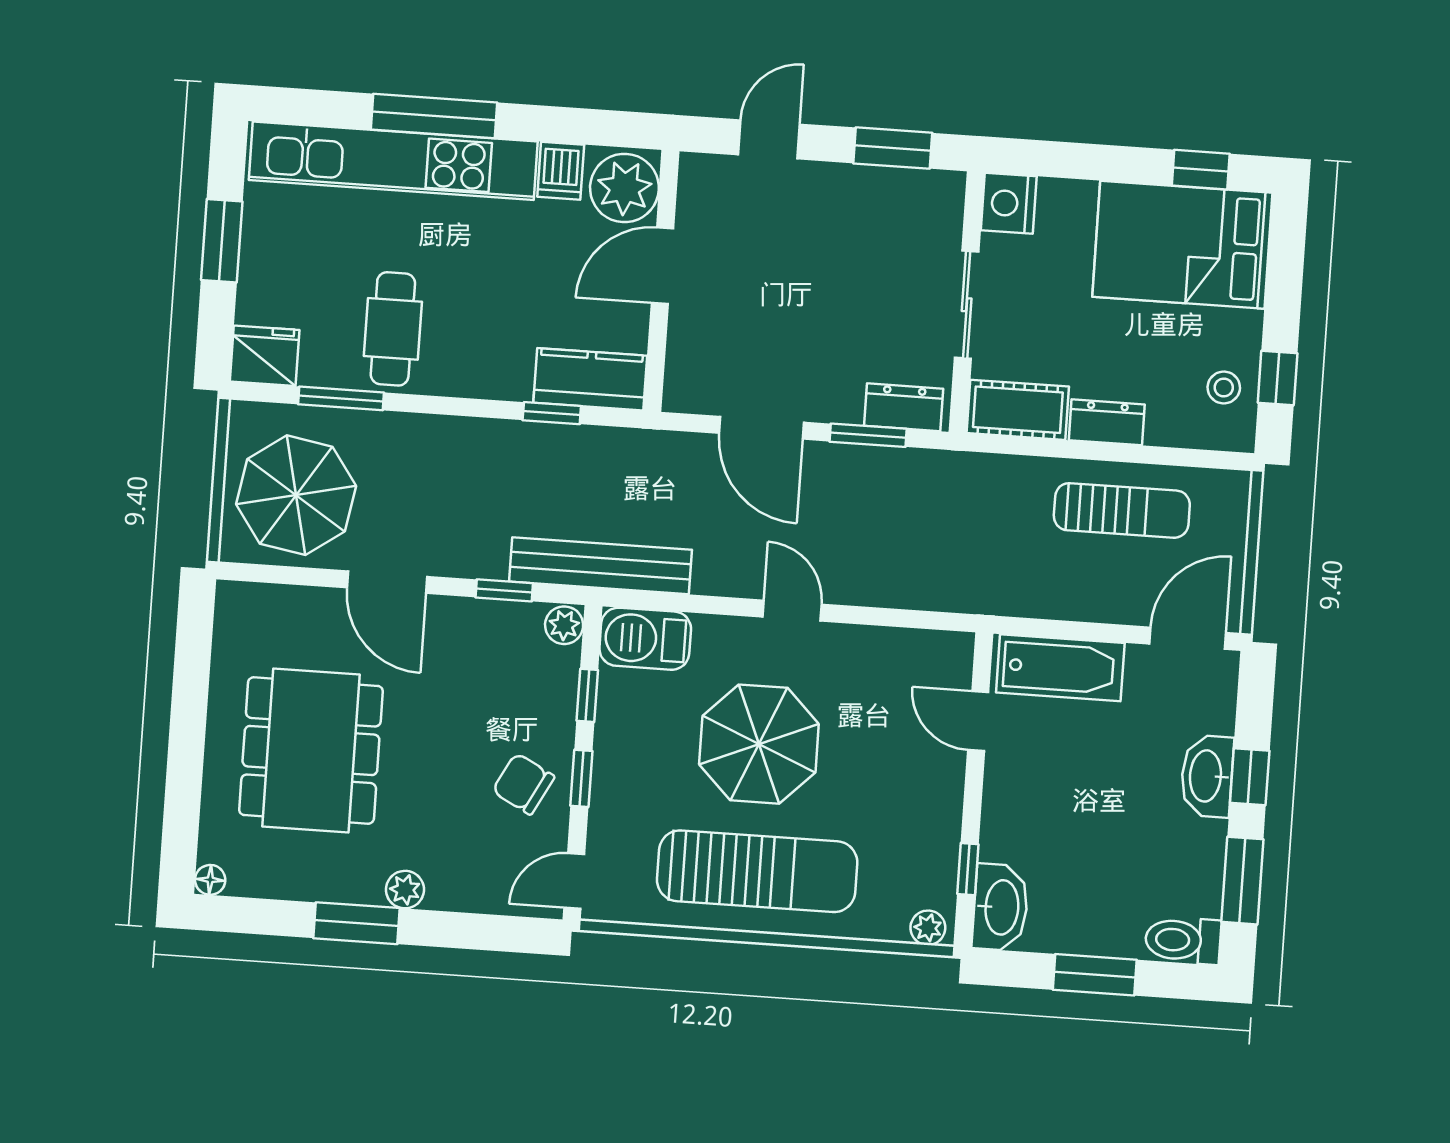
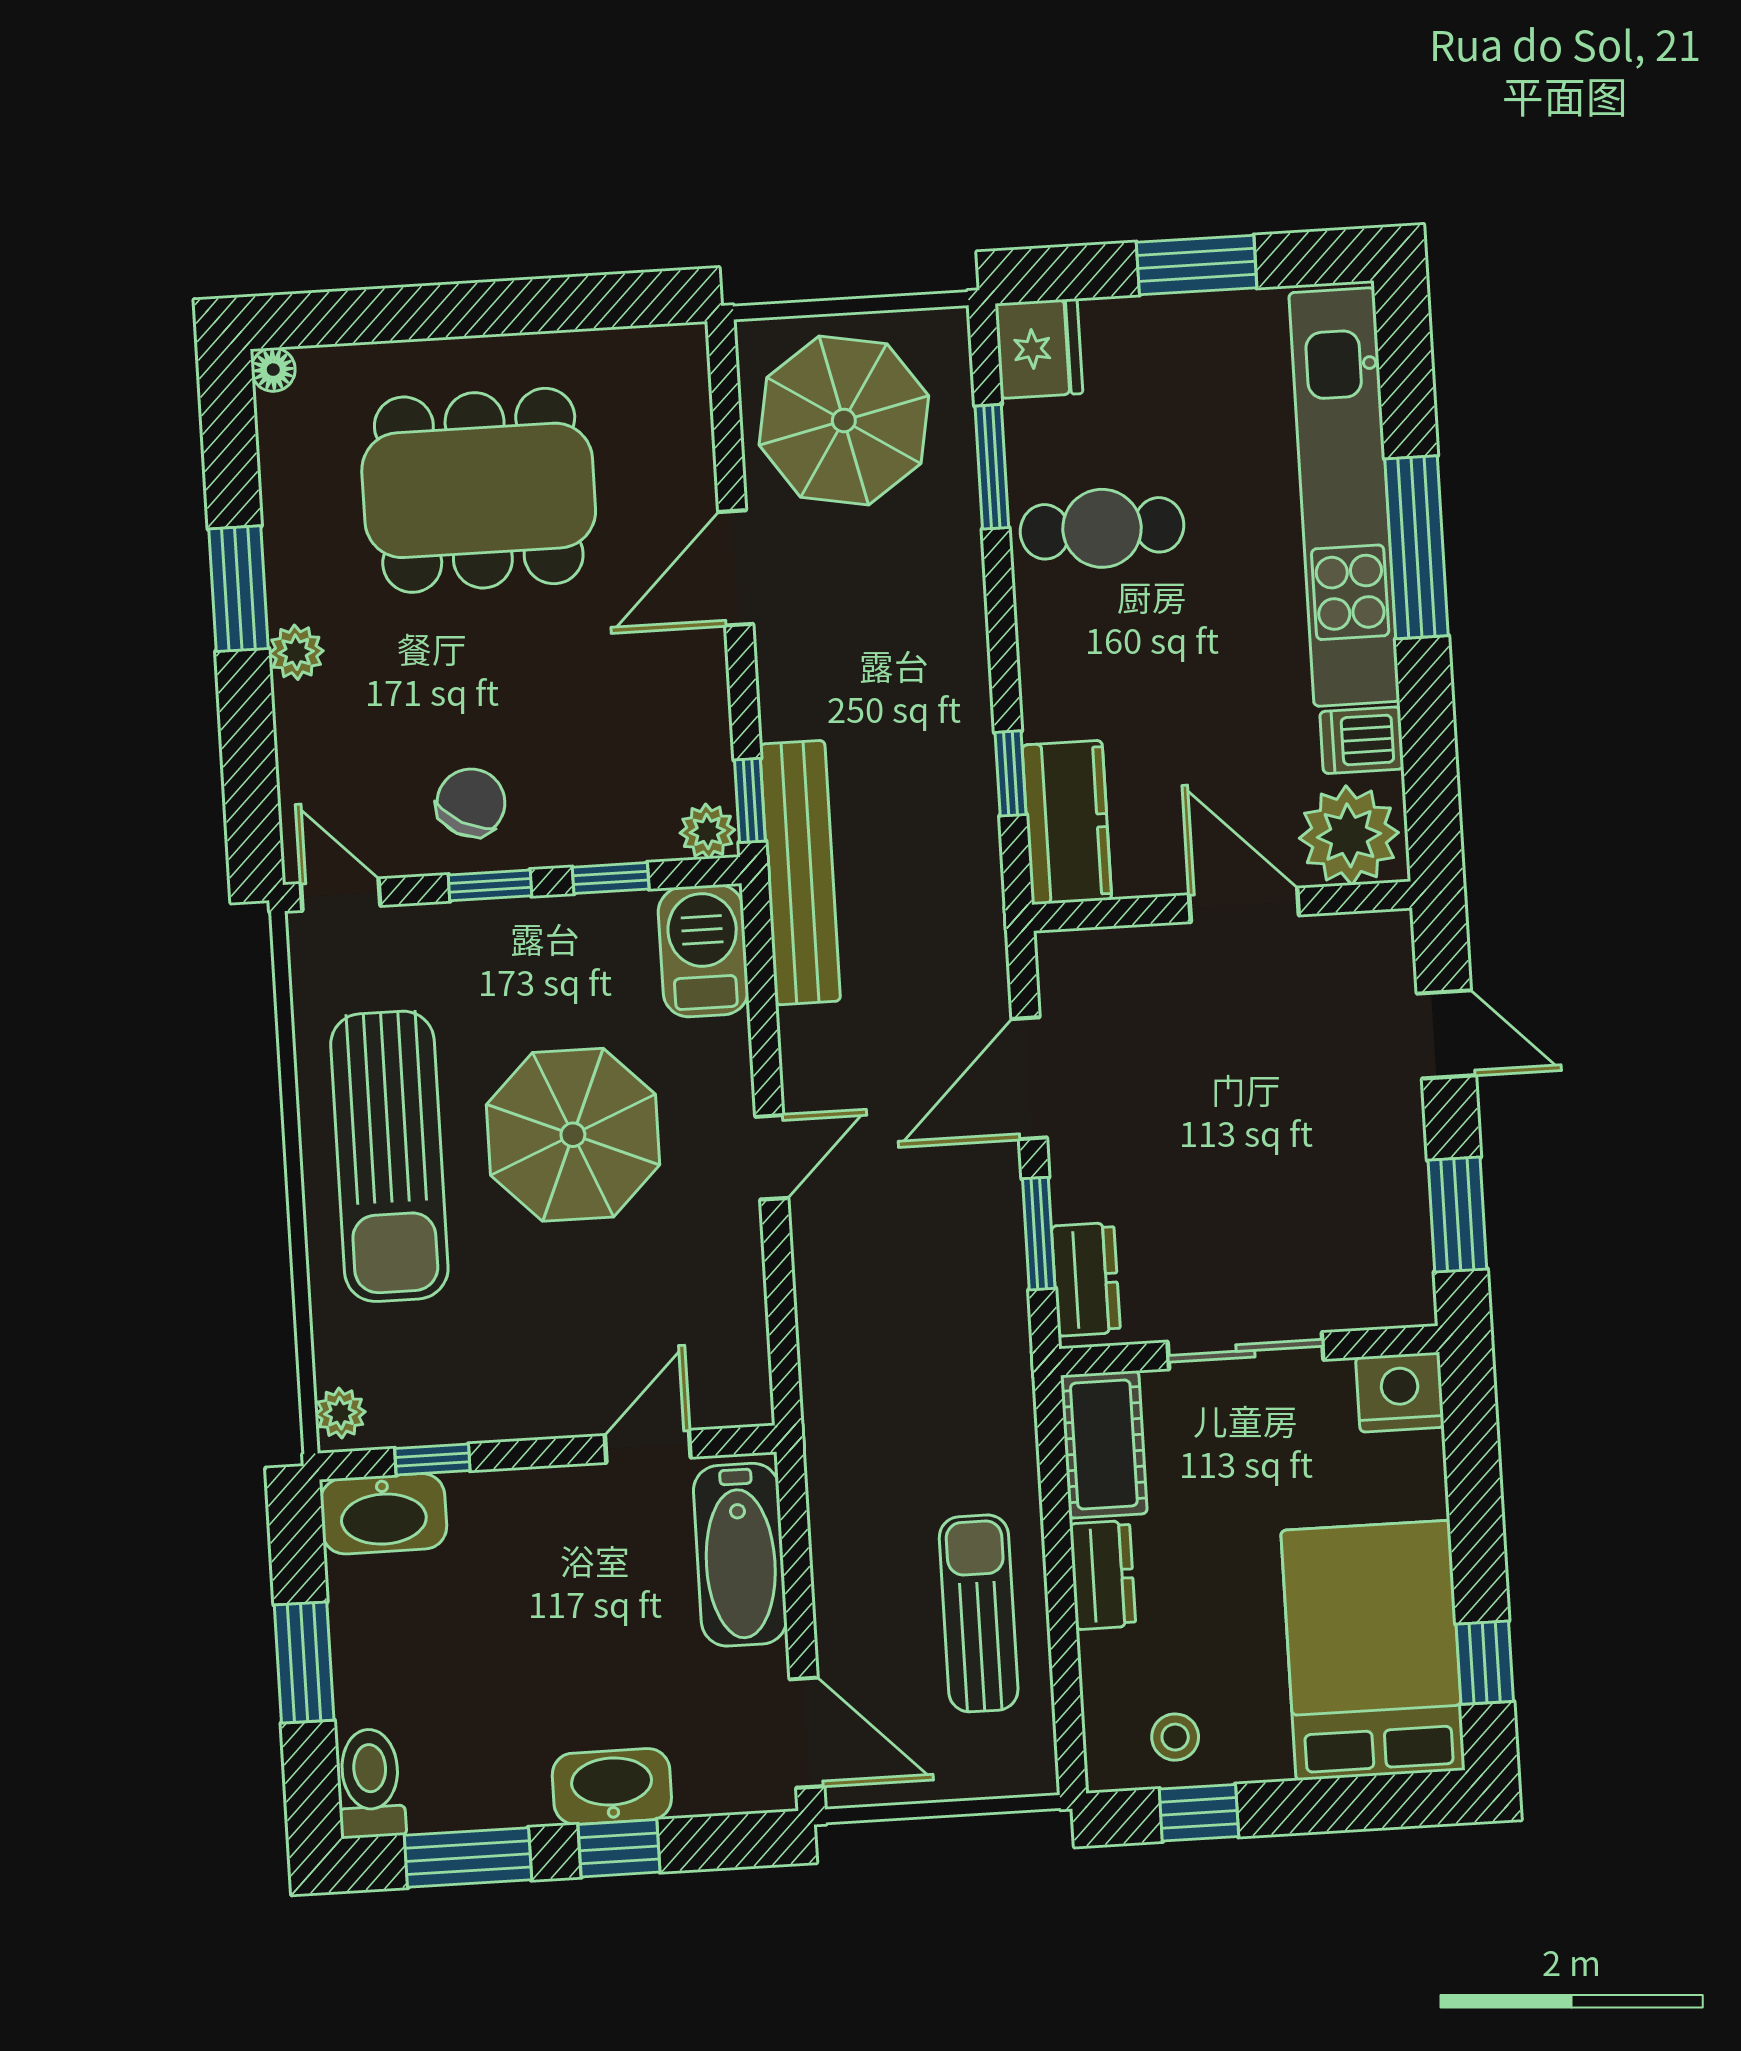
sun lounger: (1122, 510) -> (979, 1613), turned 180
window: (504, 590) -> (750, 800), moved

